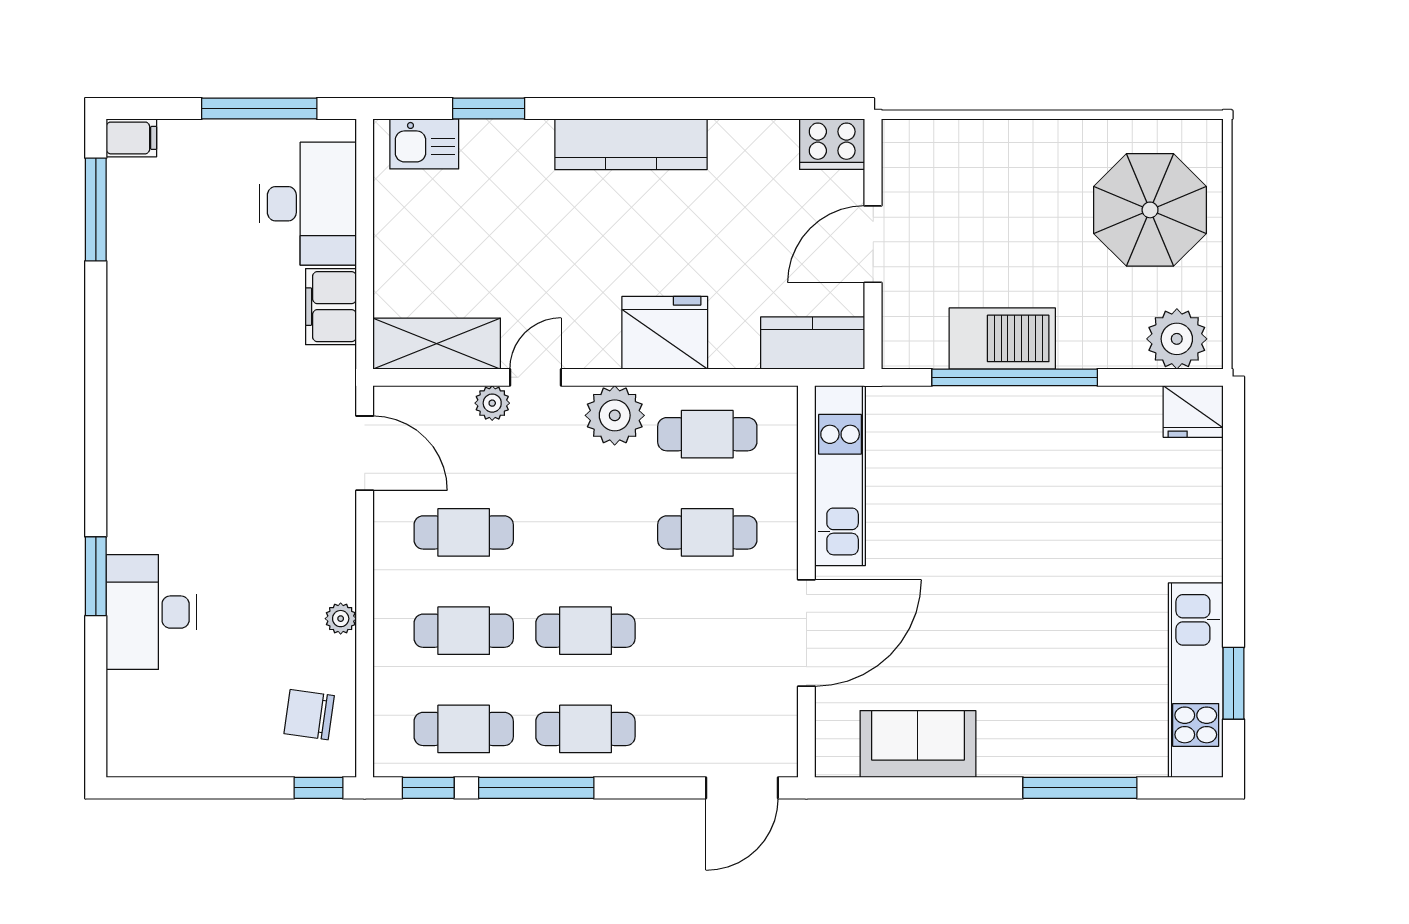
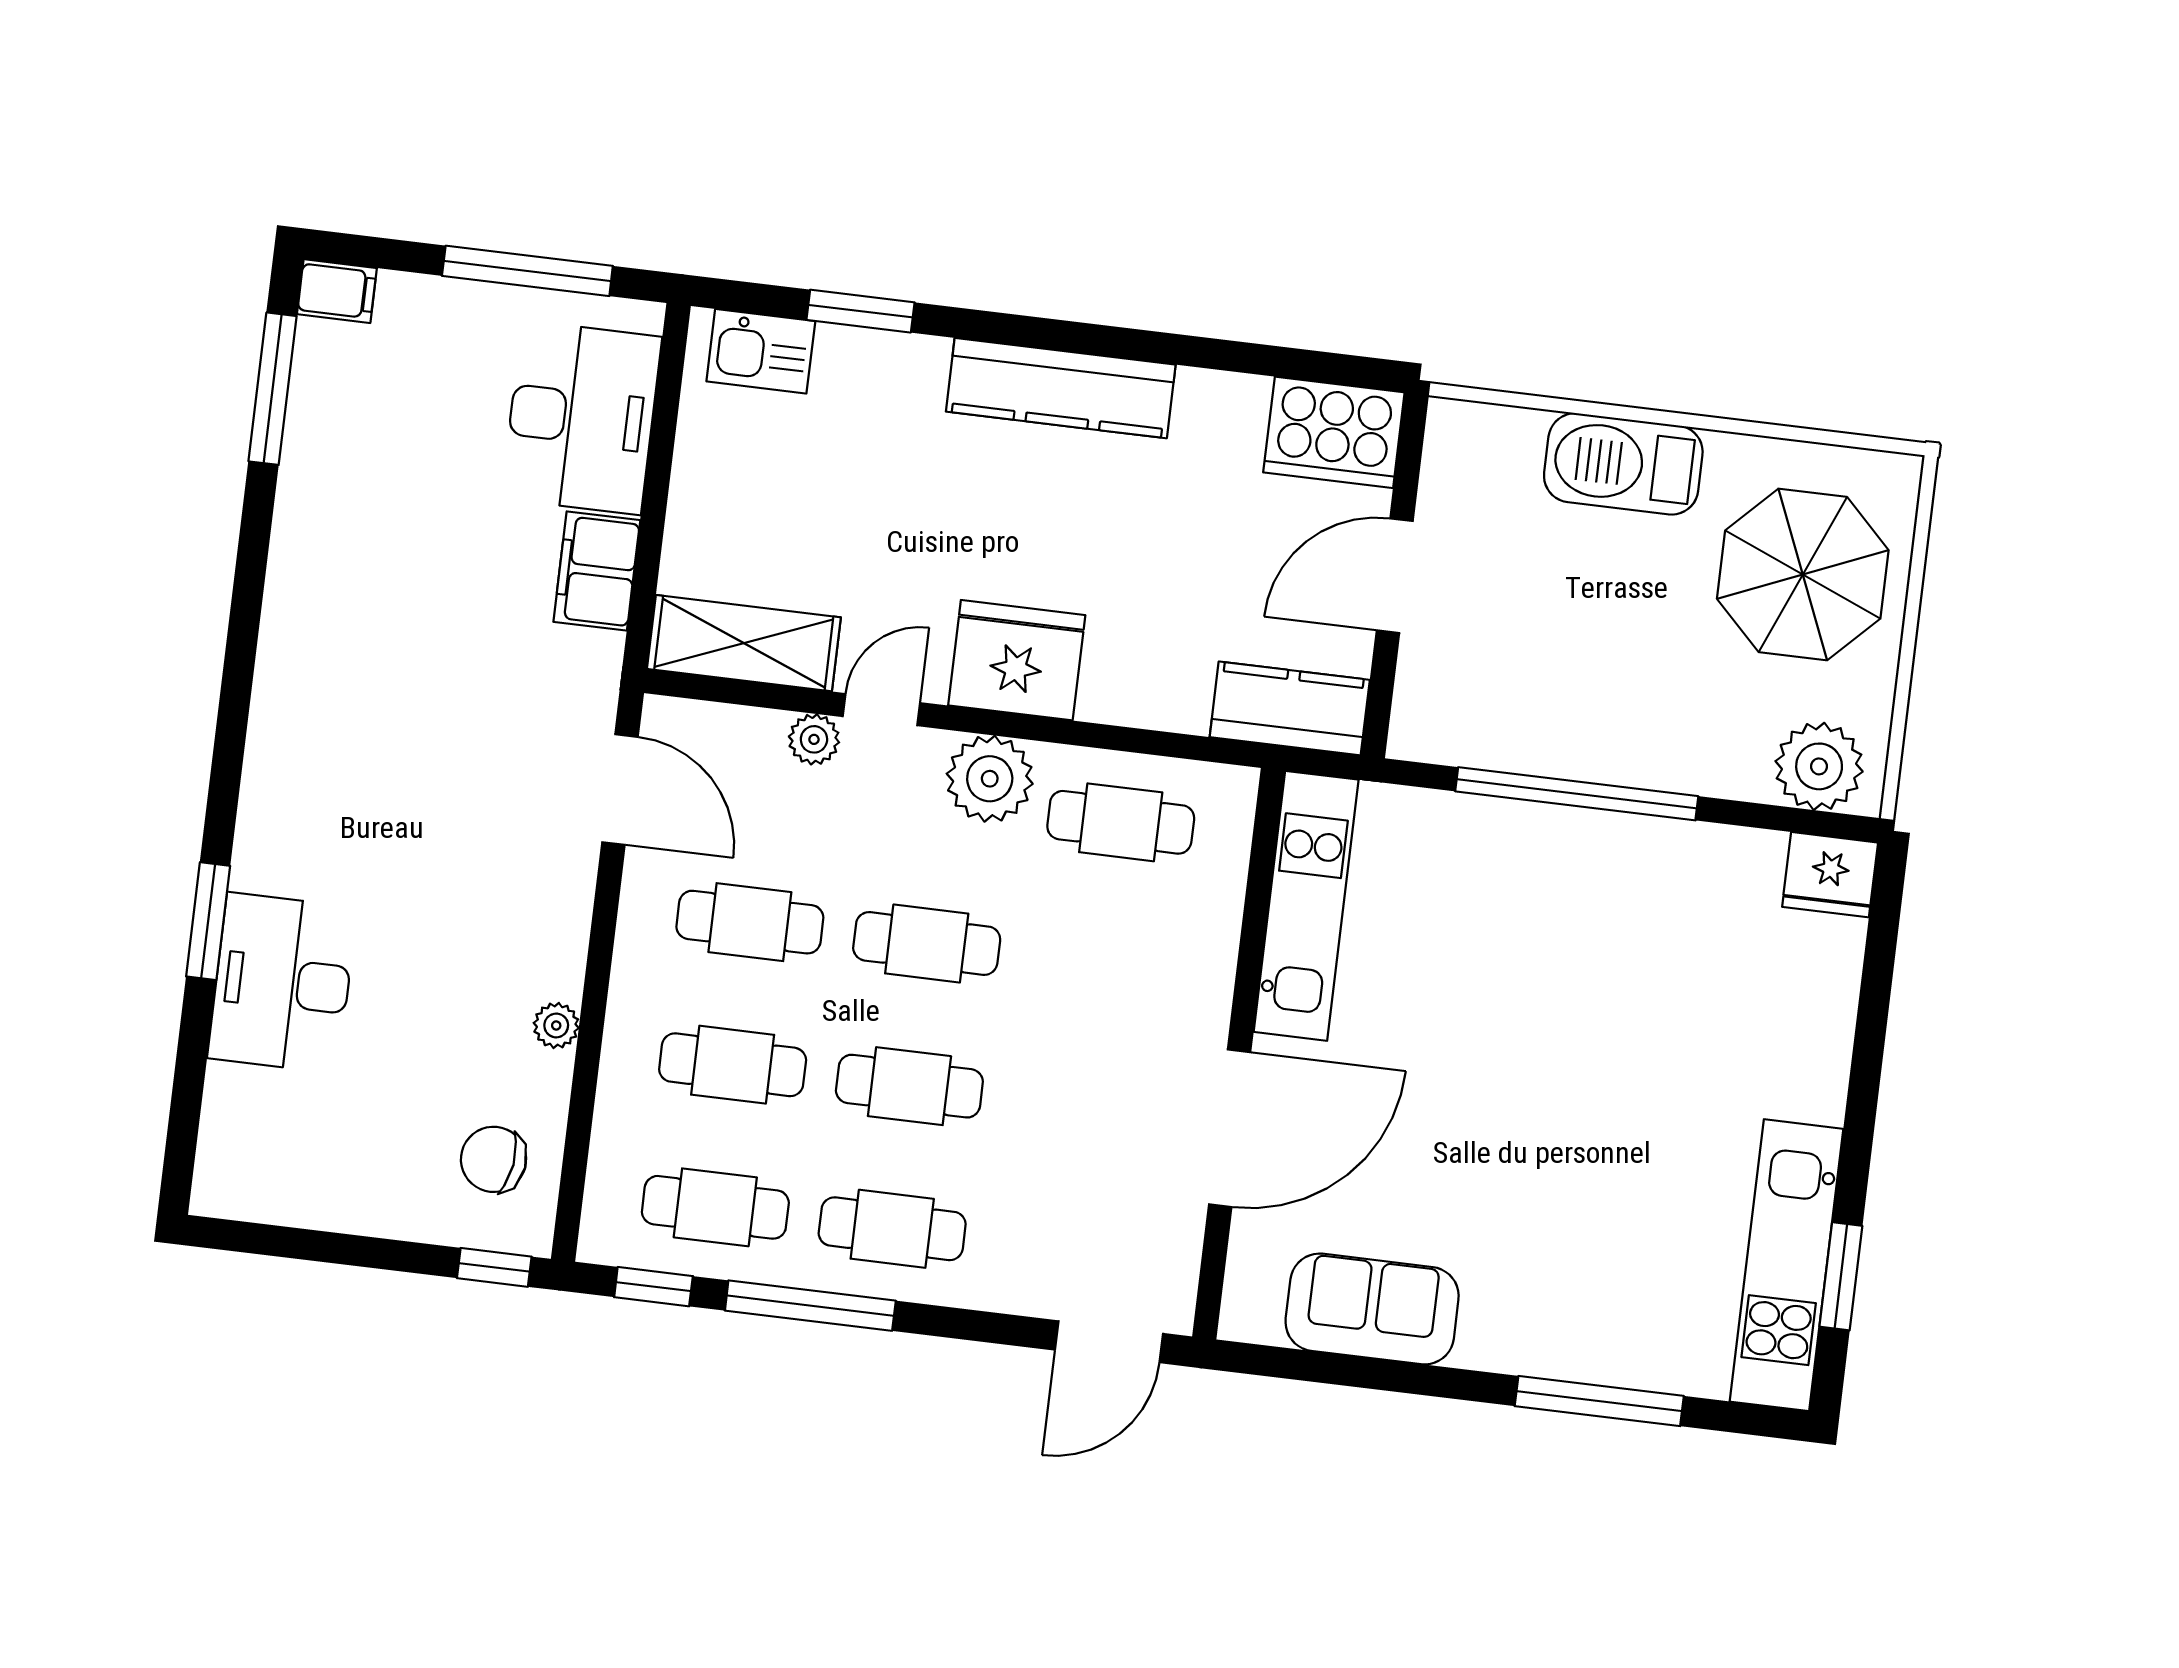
cooker: (832, 144) -> (1334, 432), width x1.37, depth x1.31
fridge: (665, 333) -> (1017, 660), moved
barbecue: (1002, 338) -> (1623, 464), moved, turned 180
cafe table: (707, 532) -> (927, 944), moved

